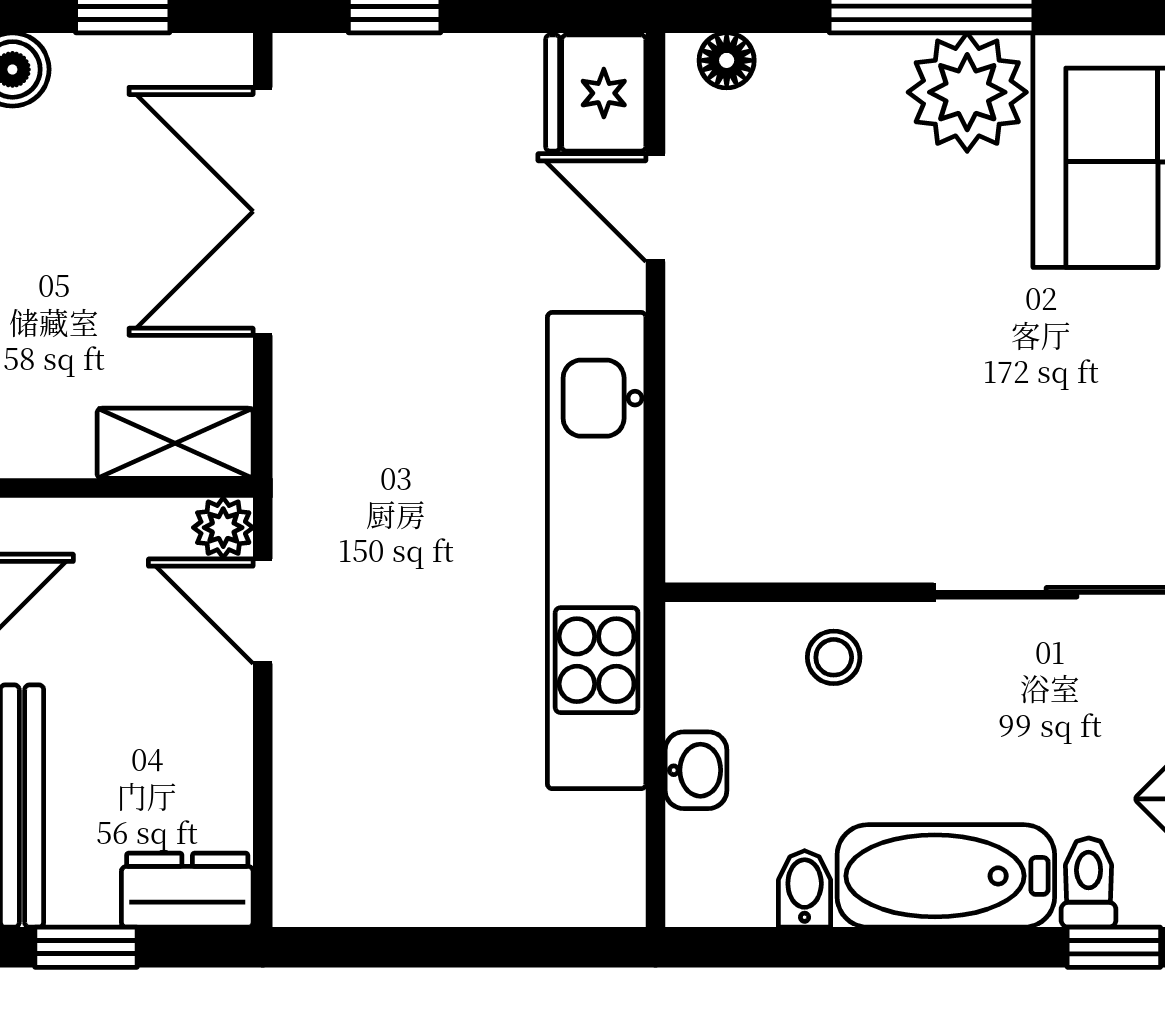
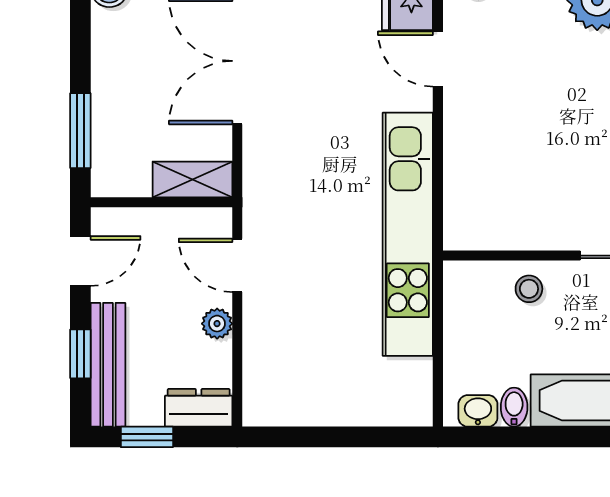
plant: (223, 528) -> (217, 324), moved
washbasin: (696, 770) -> (478, 411), moved, turned -90

